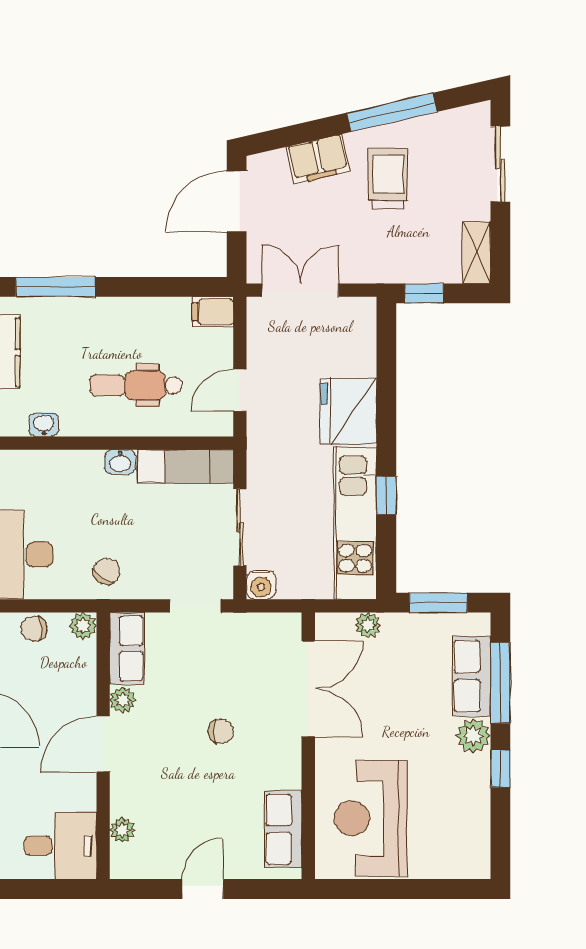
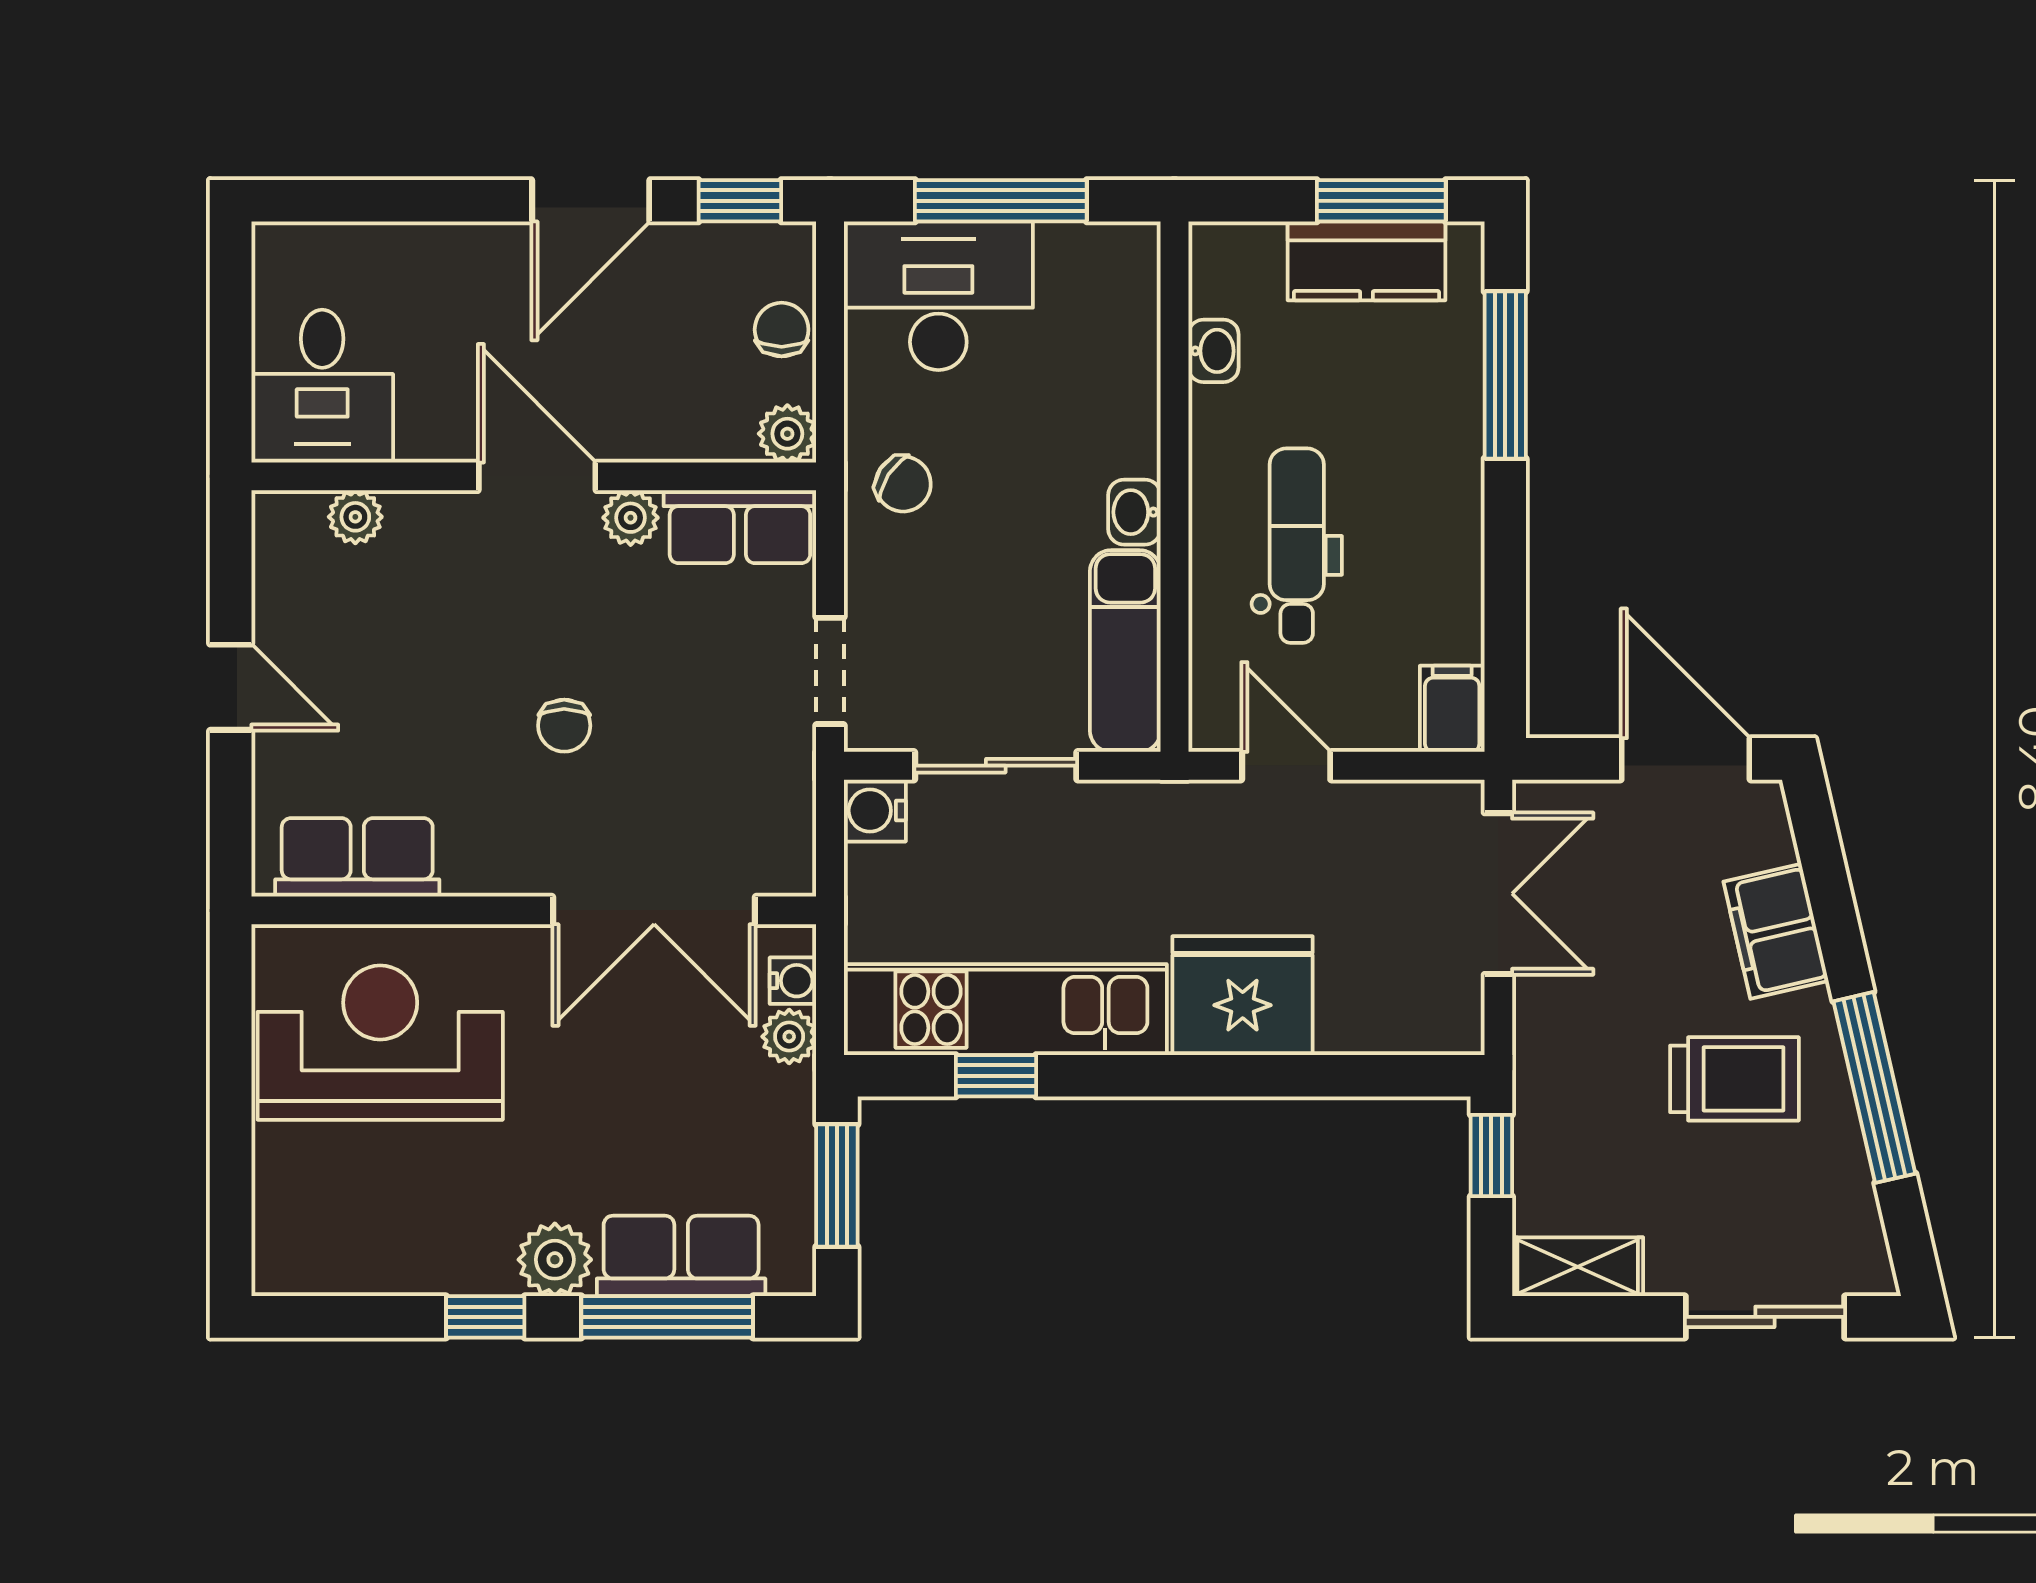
window: (386, 495) -> (996, 1076), moved
water cooler: (341, 623) -> (793, 981), added

